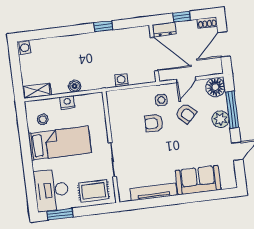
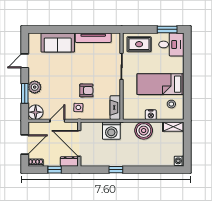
washing machine: (121, 80) -> (111, 131), width x1.89, depth x1.89
boiler: (75, 86) -> (144, 131), width x1.86, depth x1.86
fireplace: (114, 106) -> (115, 108), added
window: (232, 110) -> (25, 93), width x0.69
armchair: (186, 114) -> (61, 95), removed
desk: (52, 190) -> (171, 44), width x0.73

